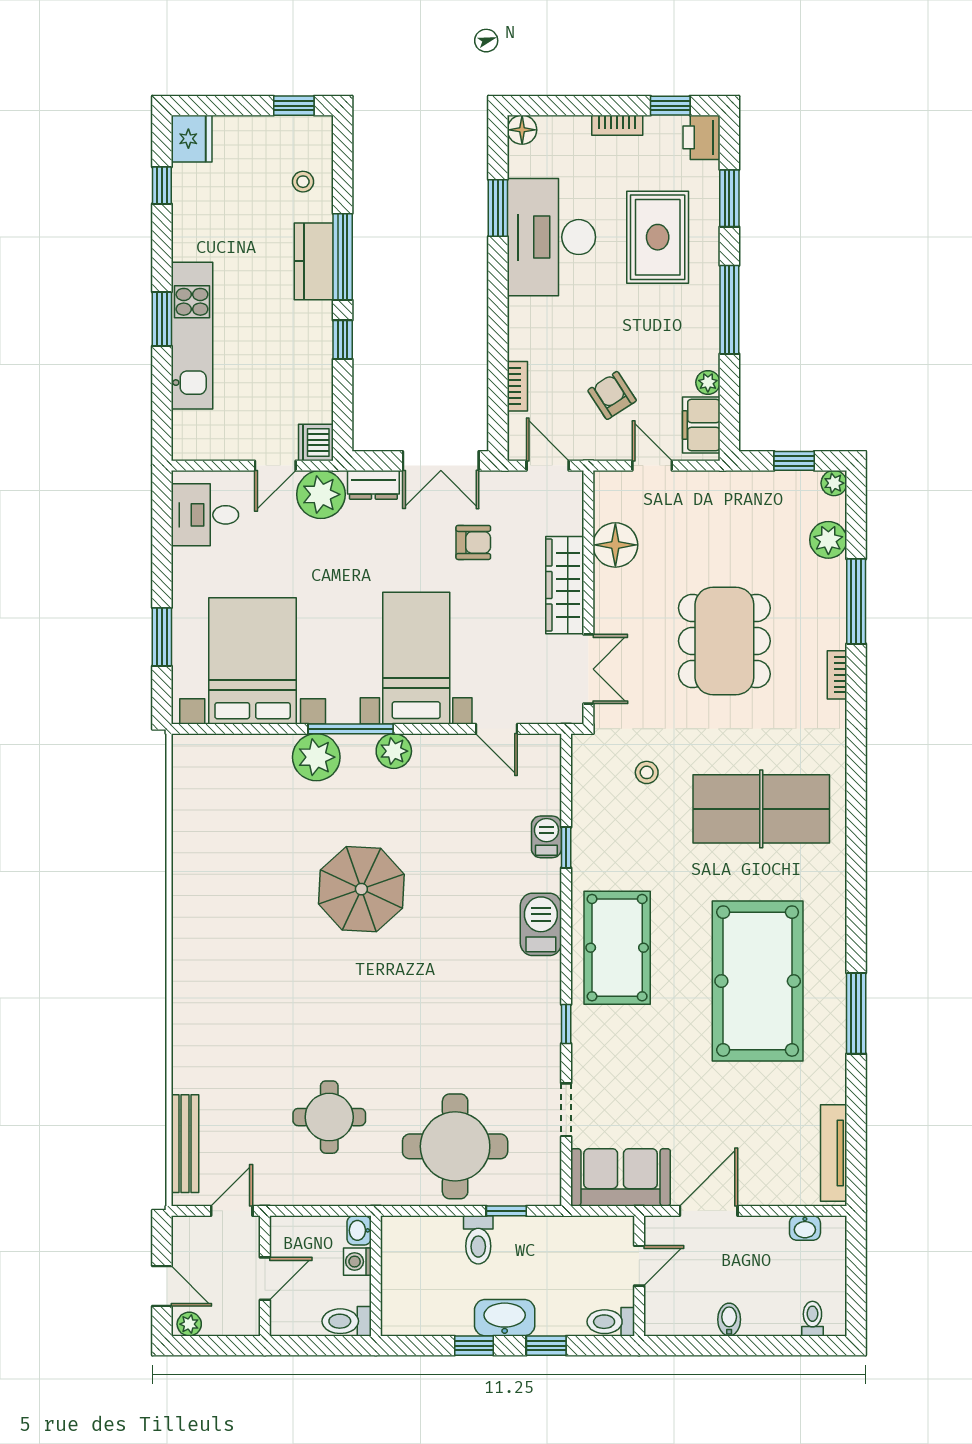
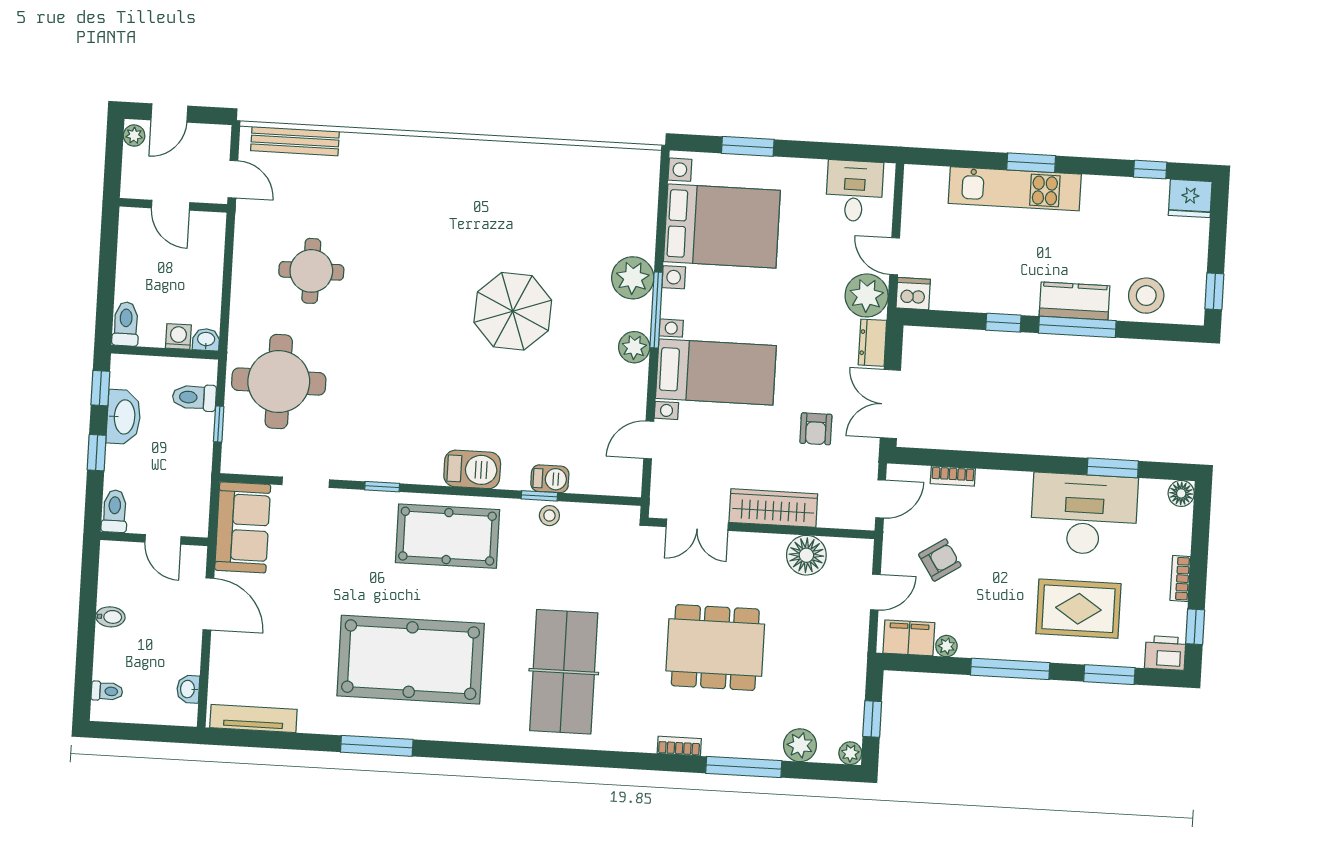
stool: (303, 182) -> (1146, 296), width x1.89, depth x1.89
stool: (647, 772) -> (549, 516), moved
washbasin: (359, 1230) -> (206, 340), moved
washing machine: (357, 1262) -> (178, 337), moved
wall: (376, 1276) -> (165, 352), moved
toilet: (347, 1321) -> (126, 324), moved

